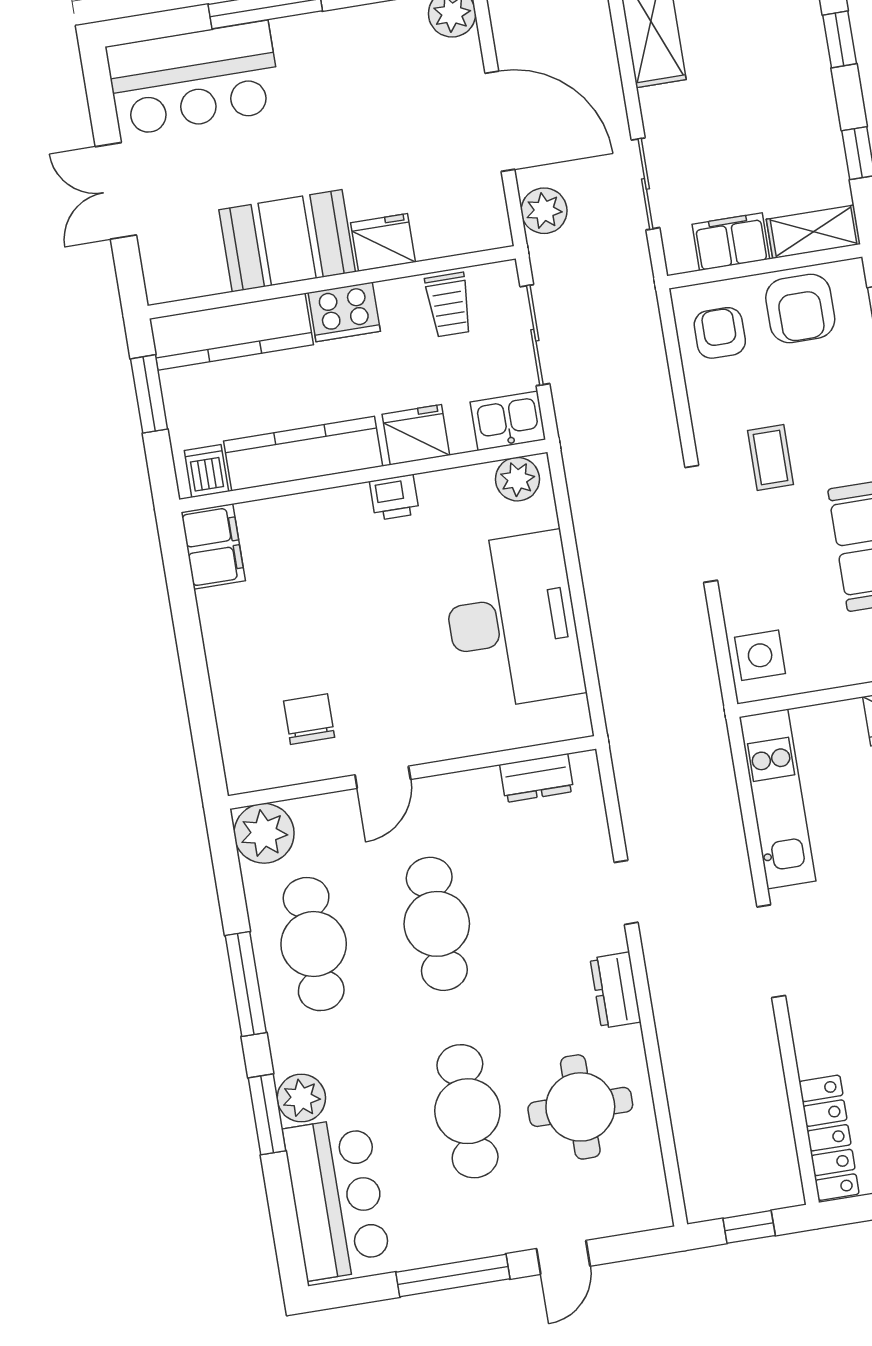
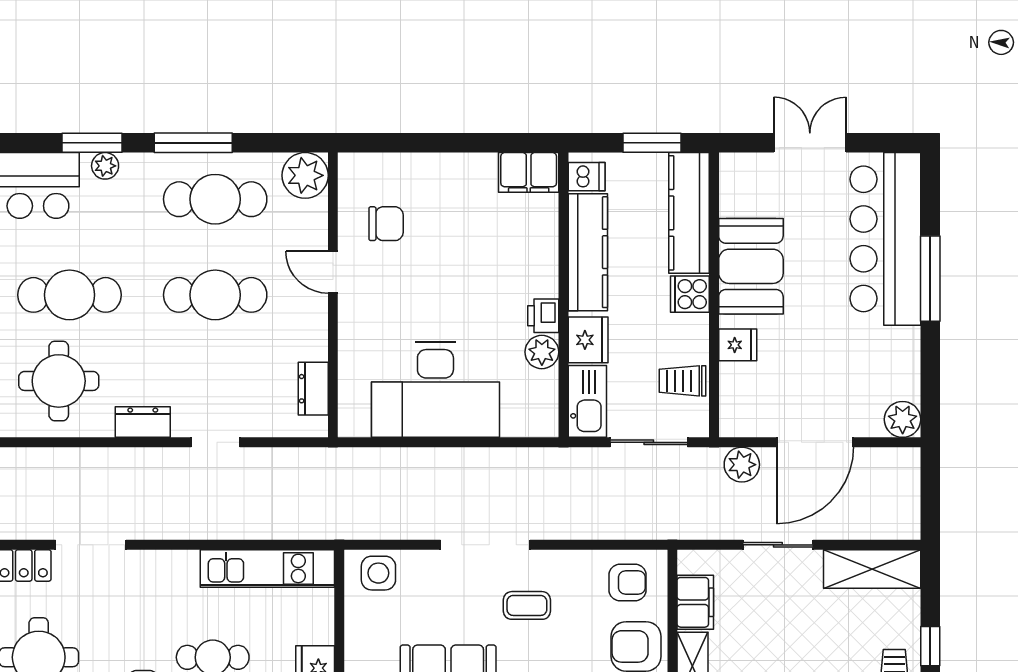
bar counter: (194, 79) -> (885, 239), width x1.36
sliding door: (645, 184) -> (778, 545), moved
fridge: (383, 242) -> (738, 345), width x0.72
cooker: (344, 312) -> (690, 294), width x0.73
kitchen sink: (508, 421) -> (587, 401), width x1.38
plant: (517, 479) -> (542, 352), moved
doorway: (771, 951) -> (91, 545), moved
plant: (301, 1098) -> (105, 166), width x0.73, depth x0.73

